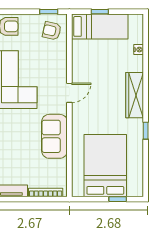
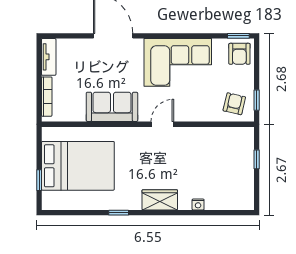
bed: (100, 26) -> (239, 159), removed
nightstand: (139, 50) -> (198, 204), moved
door: (69, 93) -> (162, 124), swing flipped
wardrobe: (135, 95) -> (160, 200), width x0.67

